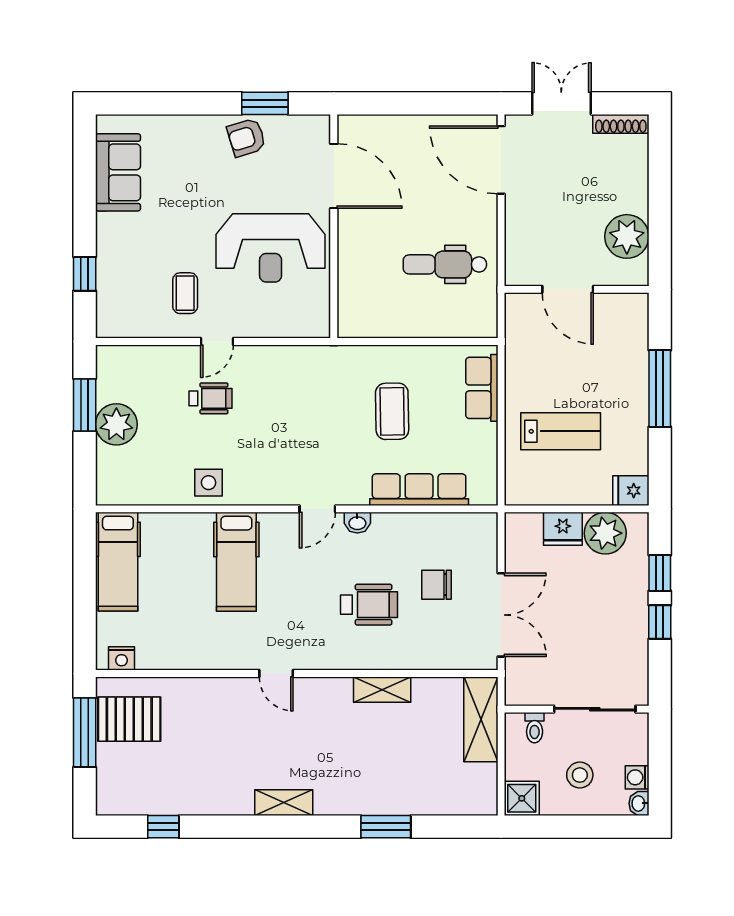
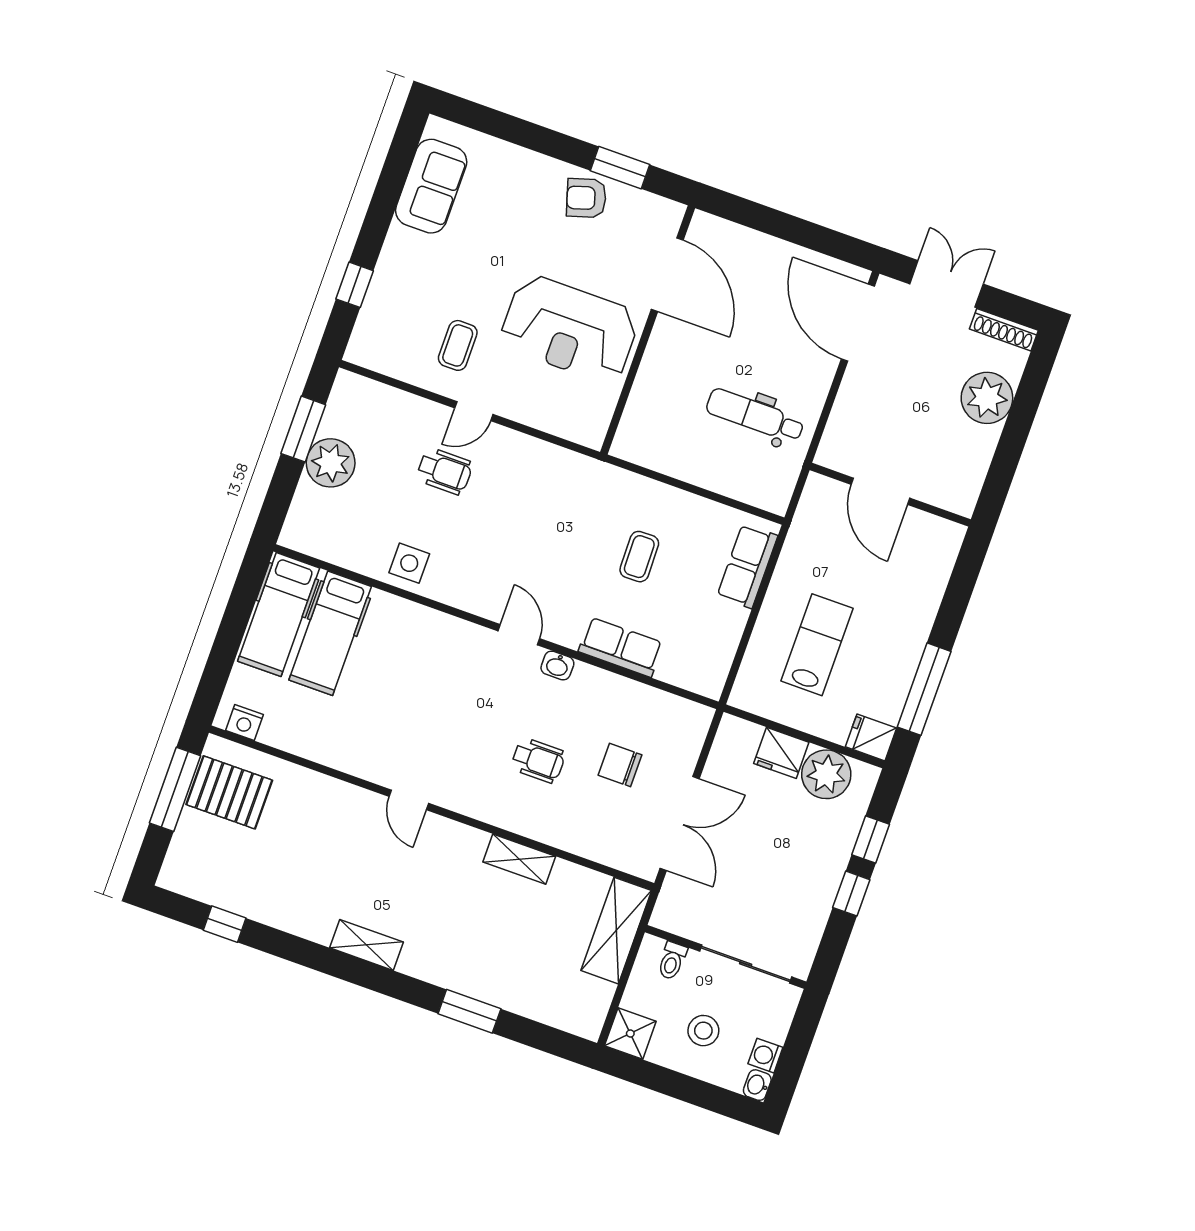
plant: (627, 236) -> (987, 398), moved
window: (660, 388) -> (924, 689), moved
coffee table: (392, 411) -> (639, 557), width x0.73, depth x0.77
lab bench: (561, 431) -> (817, 645), turned -90
row of seats: (419, 490) -> (621, 647), width x0.68
door: (317, 509) -> (519, 635), swing flipped
hospital bed: (236, 562) -> (330, 633), moved
wheelchair: (369, 605) -> (538, 760), width x0.73, depth x0.73

